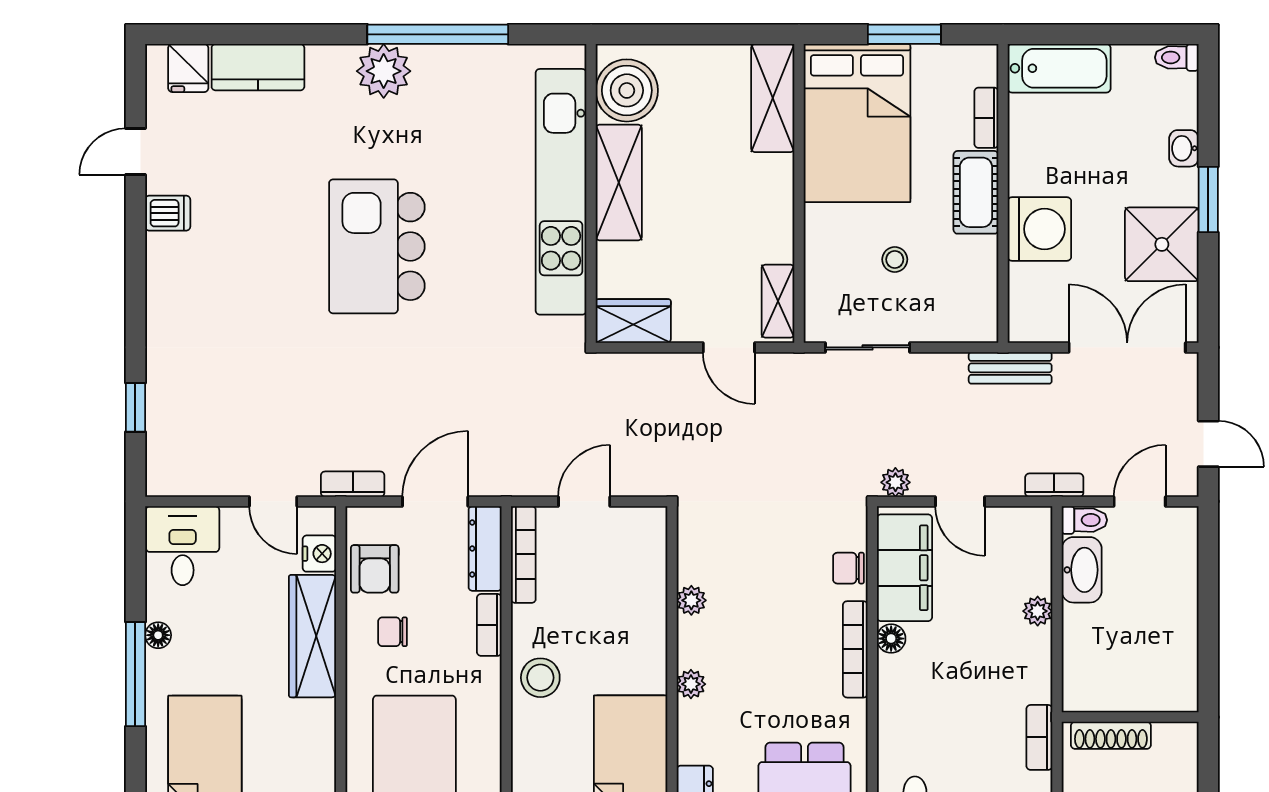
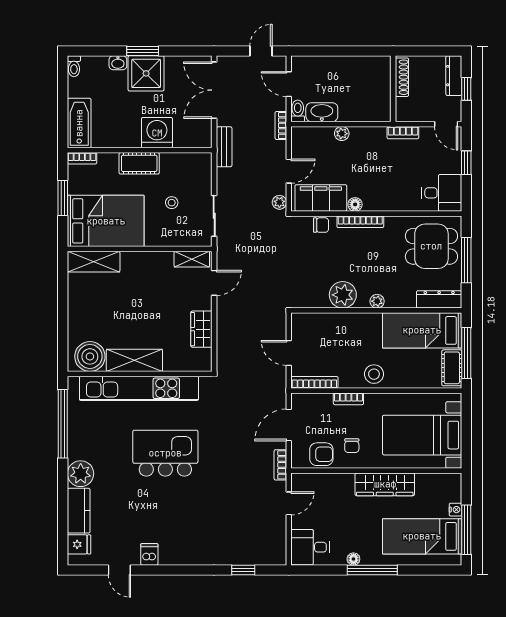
plant: (384, 71) -> (81, 474), moved
boiler: (627, 90) -> (90, 356), moved
bookcase: (986, 118) -> (82, 158), moved
shelving: (619, 183) -> (134, 360), moved
kitchen unit: (561, 192) -> (139, 388), moved
wall: (591, 193) -> (140, 374), moved
shower: (1162, 244) -> (146, 73), moved
kitchen island: (377, 246) -> (165, 453), turned 180
door: (435, 501) -> (289, 425), hinge flipped
dresser: (485, 548) -> (311, 401), removed
nightstand: (319, 554) -> (314, 481), removed
chair: (848, 568) -> (321, 225), turned -90
plant: (691, 600) -> (343, 295), width x1.87, depth x1.87
wardrobe: (312, 636) -> (385, 484), moved
shoe rack: (1111, 735) -> (402, 77), moved

